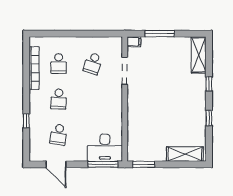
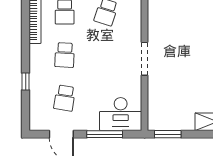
doorway: (125, 71) -> (145, 59), moved
window: (103, 164) -> (105, 134), moved

